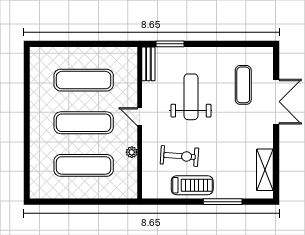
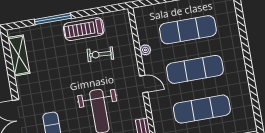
exercise bike: (179, 156) -> (100, 54), width x0.73, depth x0.72

